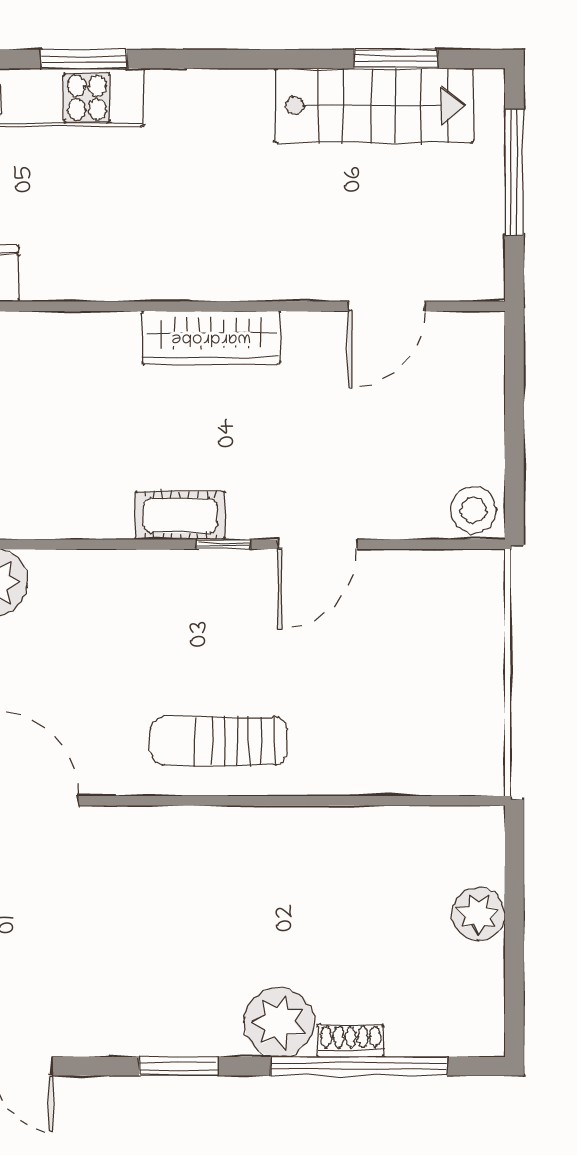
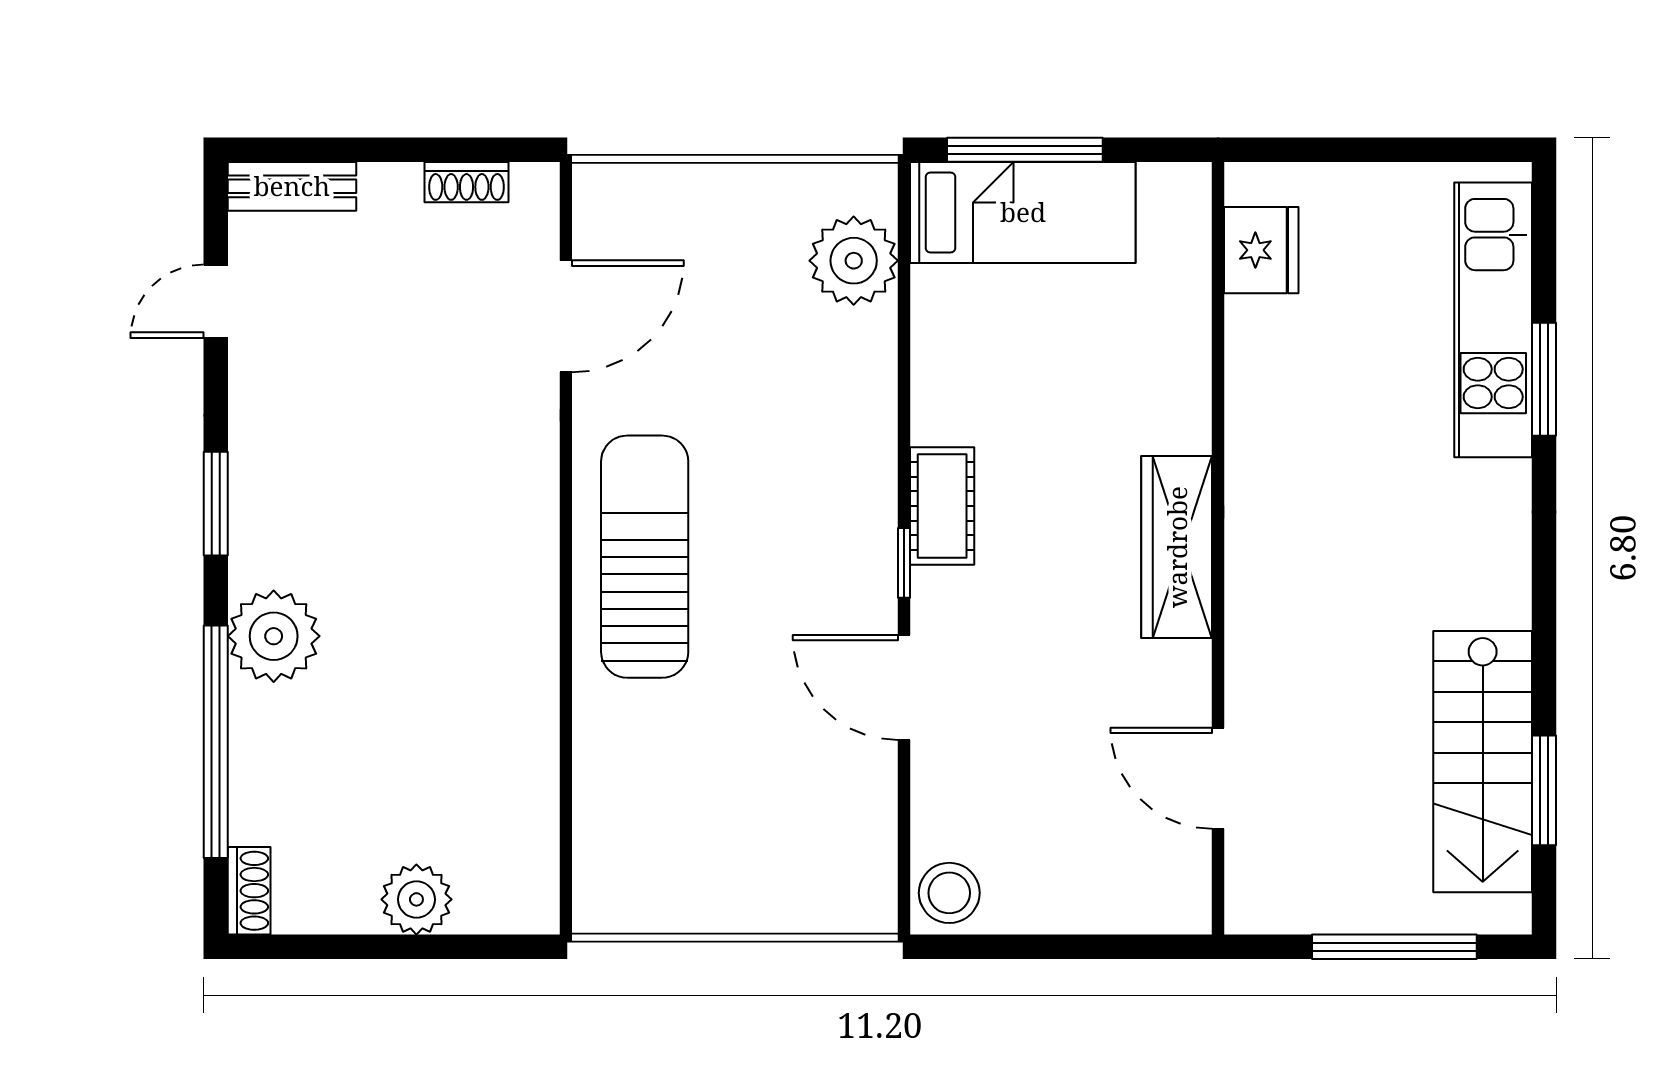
sun lounger: (219, 741) -> (645, 557), width x1.36, depth x1.34
shoe rack: (351, 1041) -> (249, 891), moved

